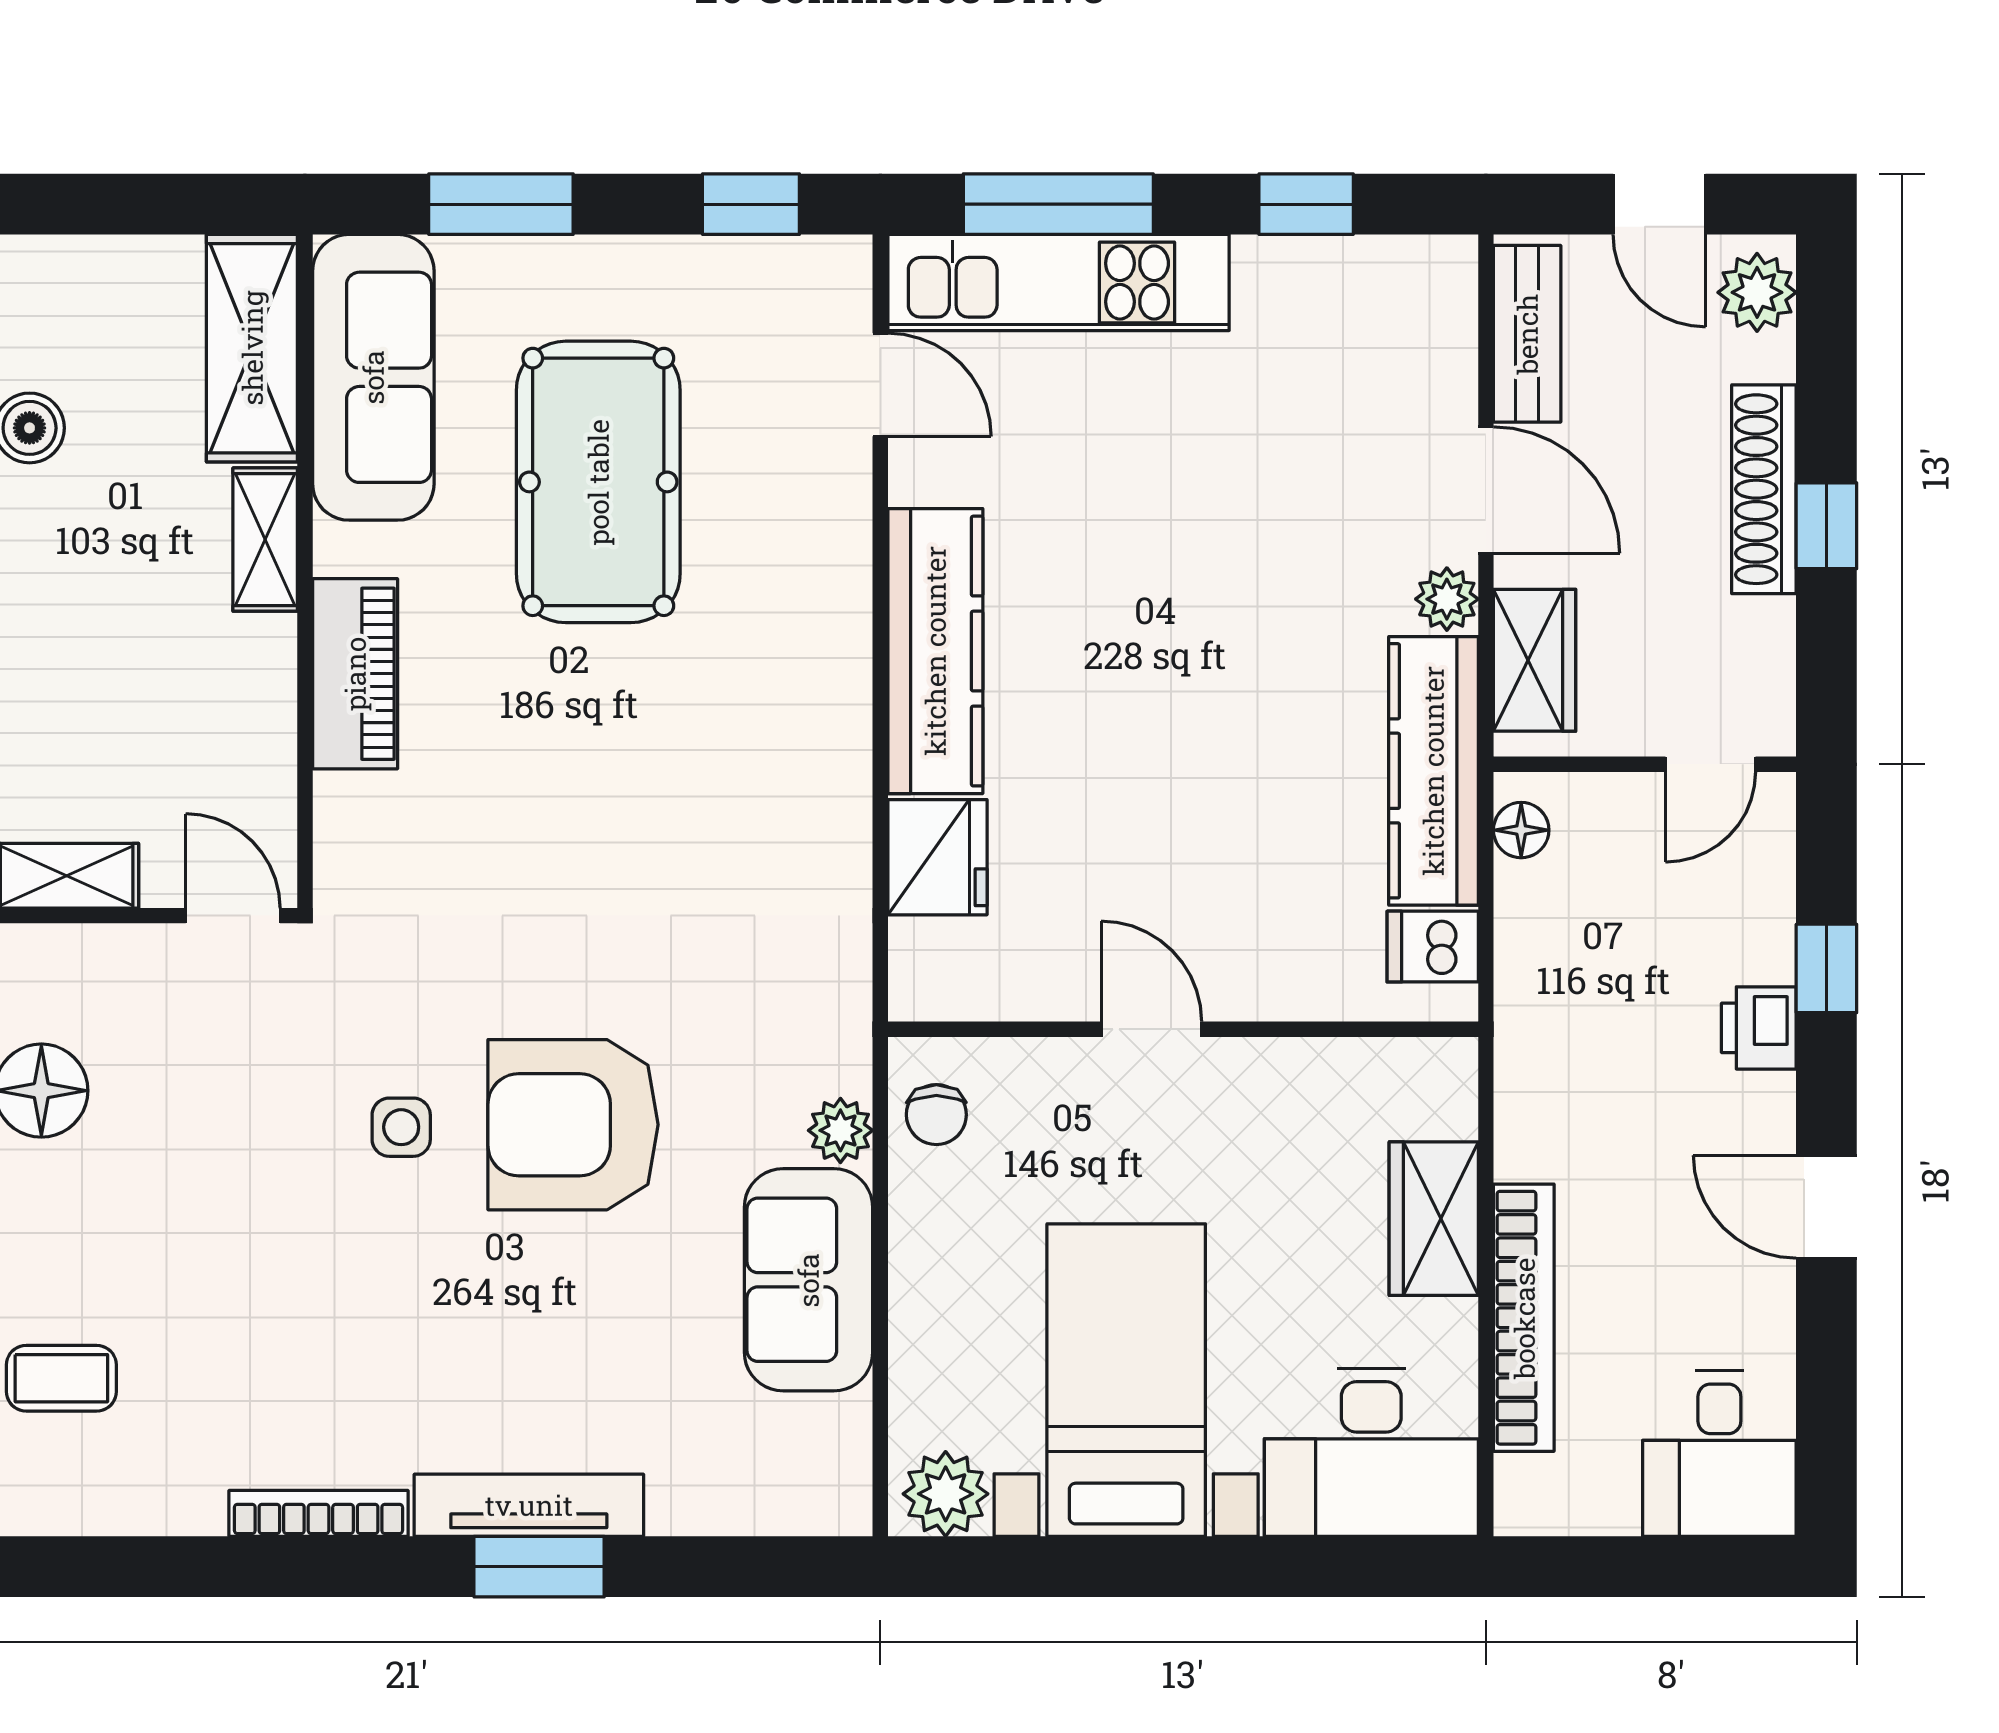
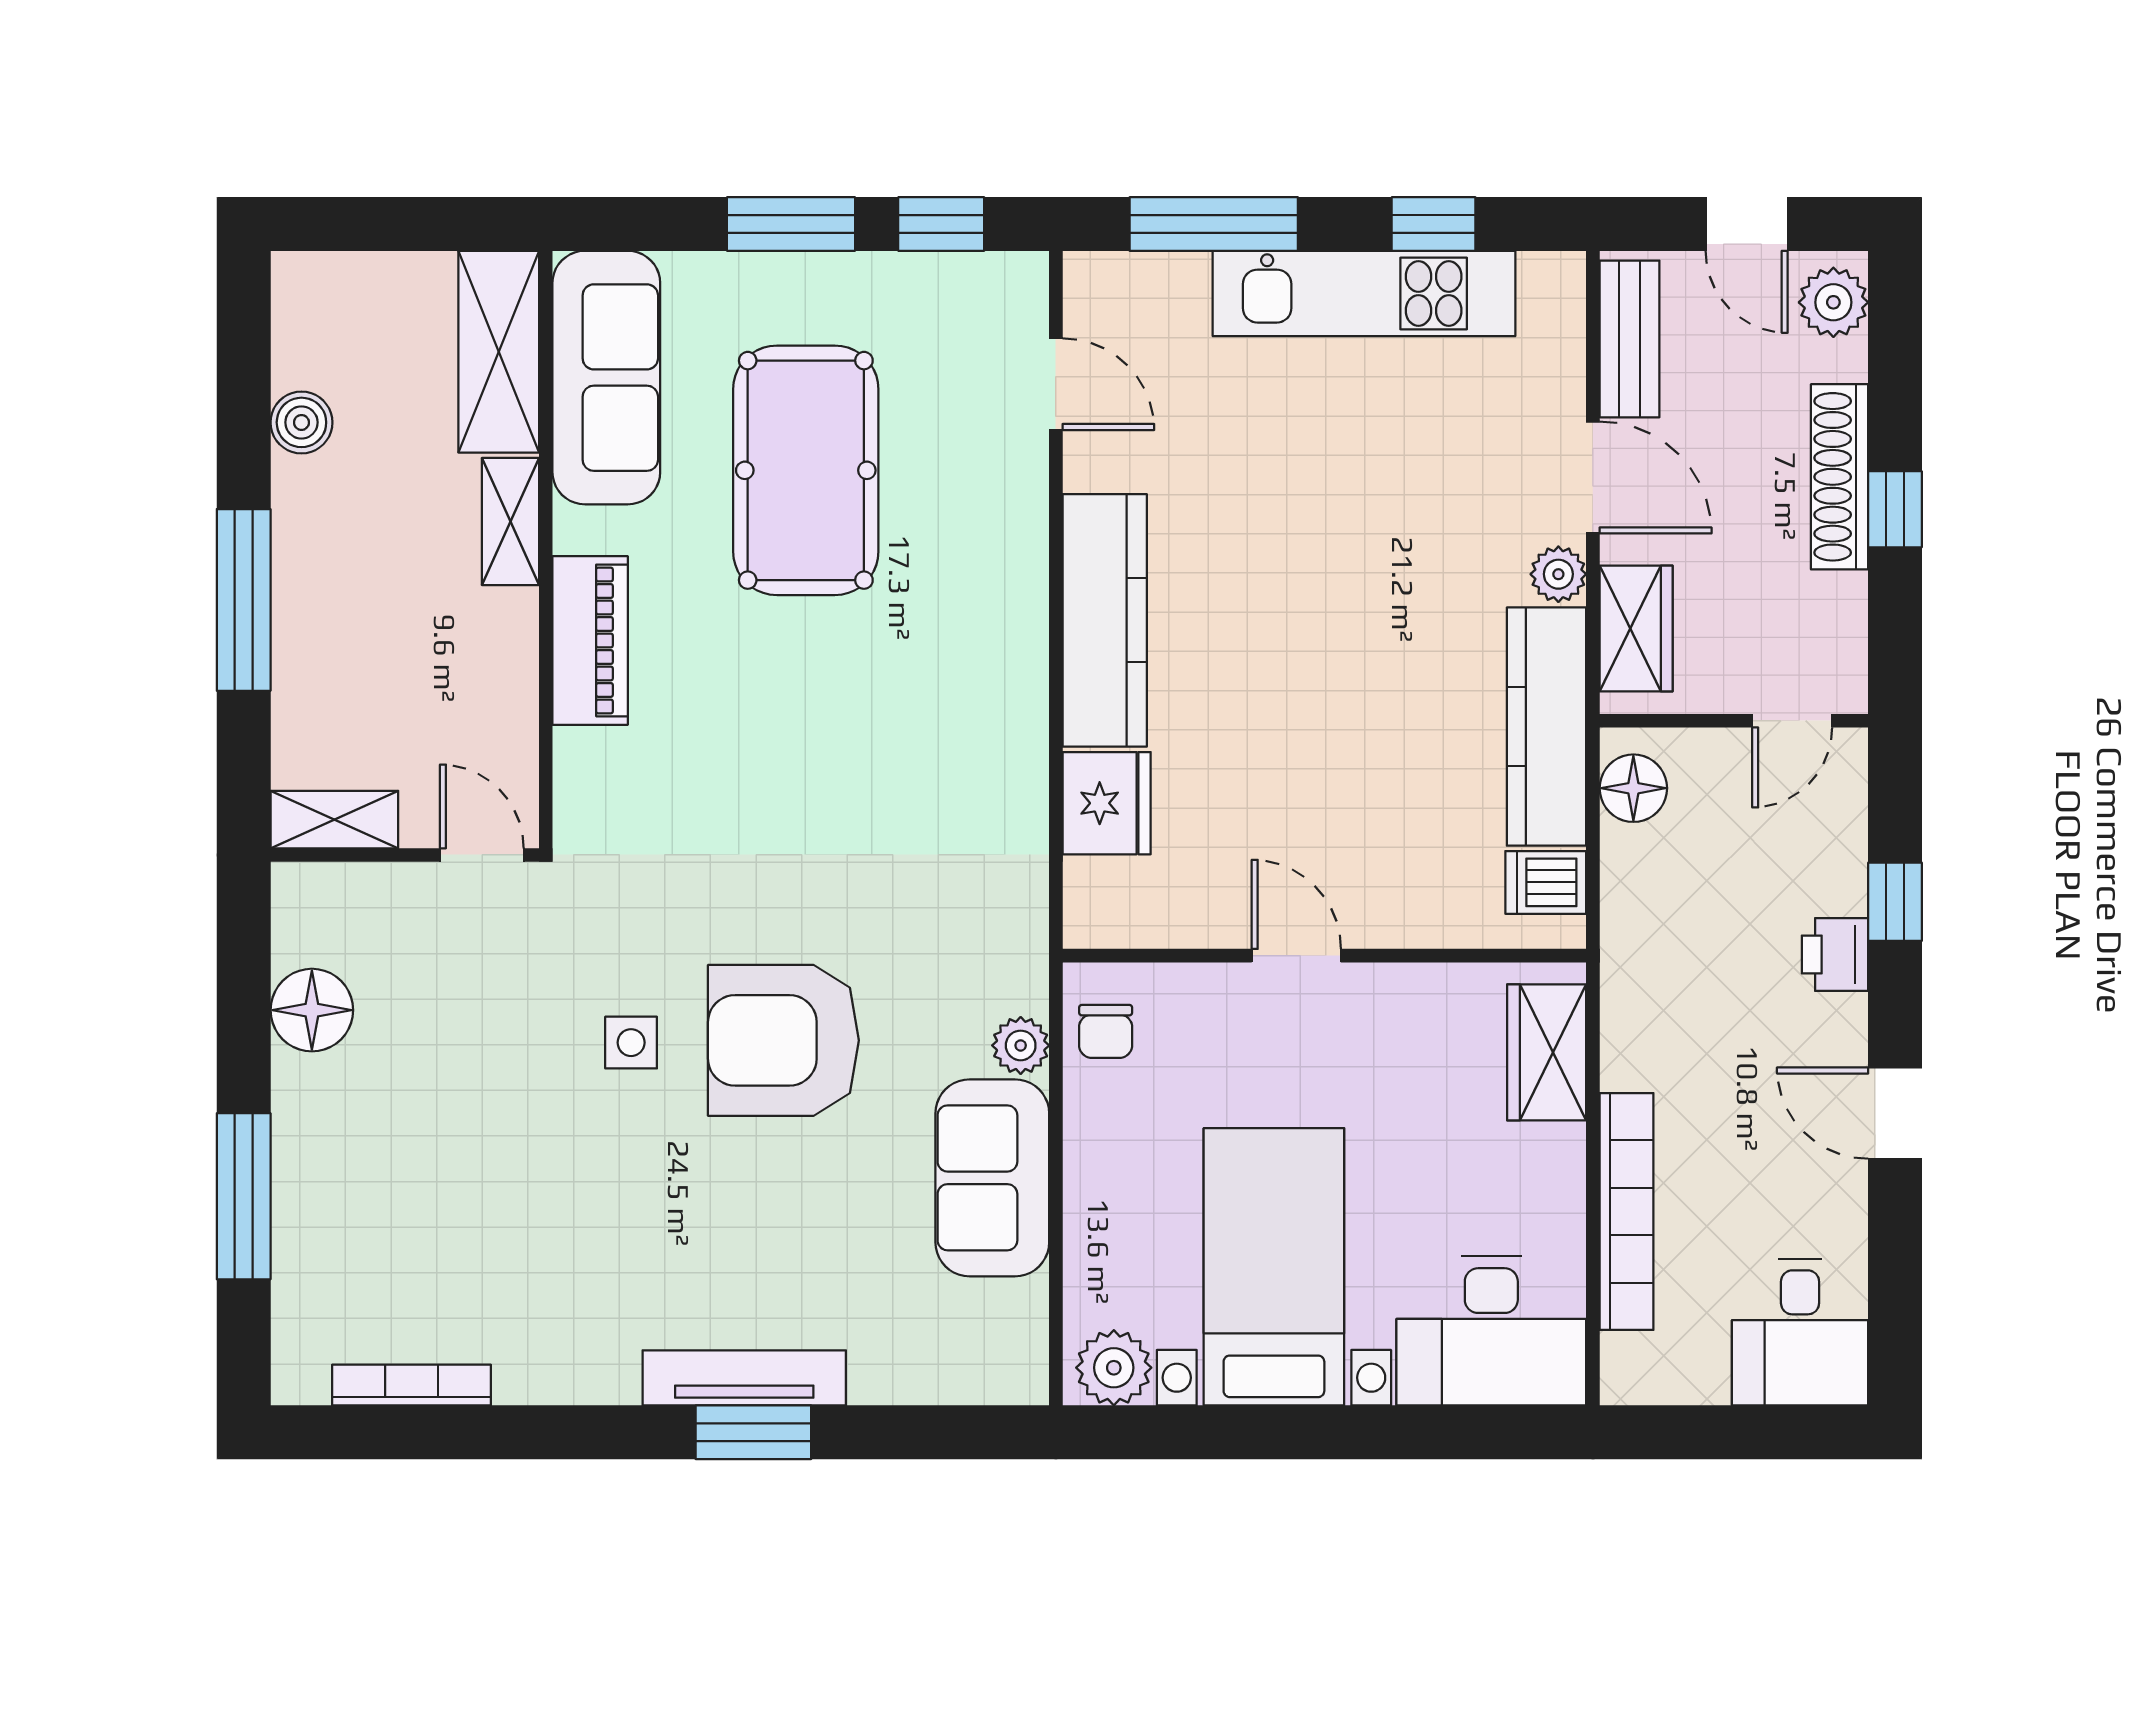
window: (501, 204) -> (791, 224), moved
kitchen unit: (1059, 283) -> (1364, 294), moved
floor lamp: (1521, 830) -> (1633, 788), width x1.37, depth x1.37
wardrobe: (1434, 1219) -> (1547, 1052), moved
coffee table: (61, 1378) -> (330, 1265), removed
bookcase: (318, 1513) -> (412, 1385), moved

